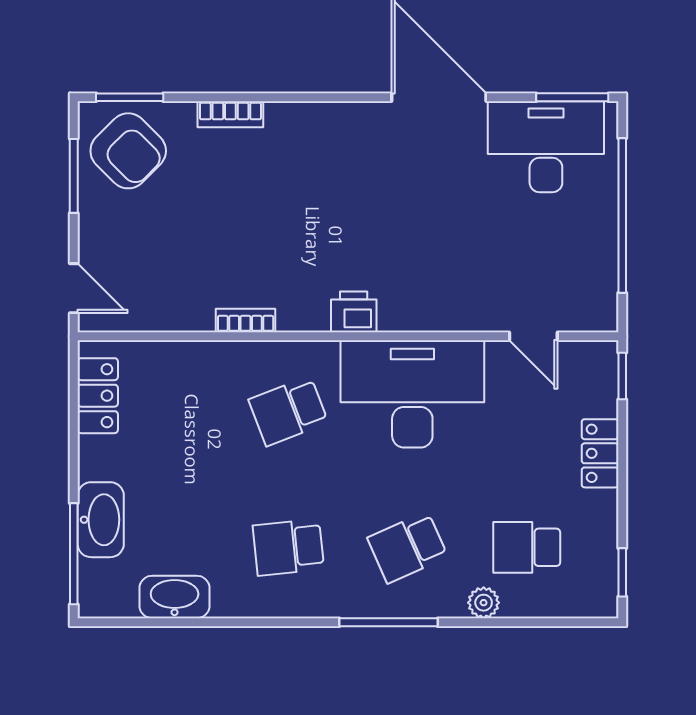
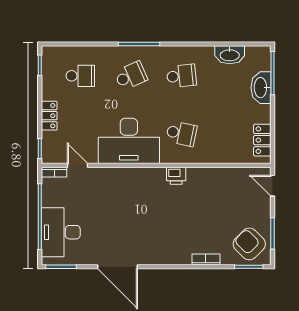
desk: (546, 147) -> (61, 232), moved, turned 90
printer: (354, 312) -> (176, 176), moved
bookcase: (246, 320) -> (54, 172), moved
school desk: (288, 411) -> (181, 134), turned 33
plant: (484, 603) -> (99, 52), removed

